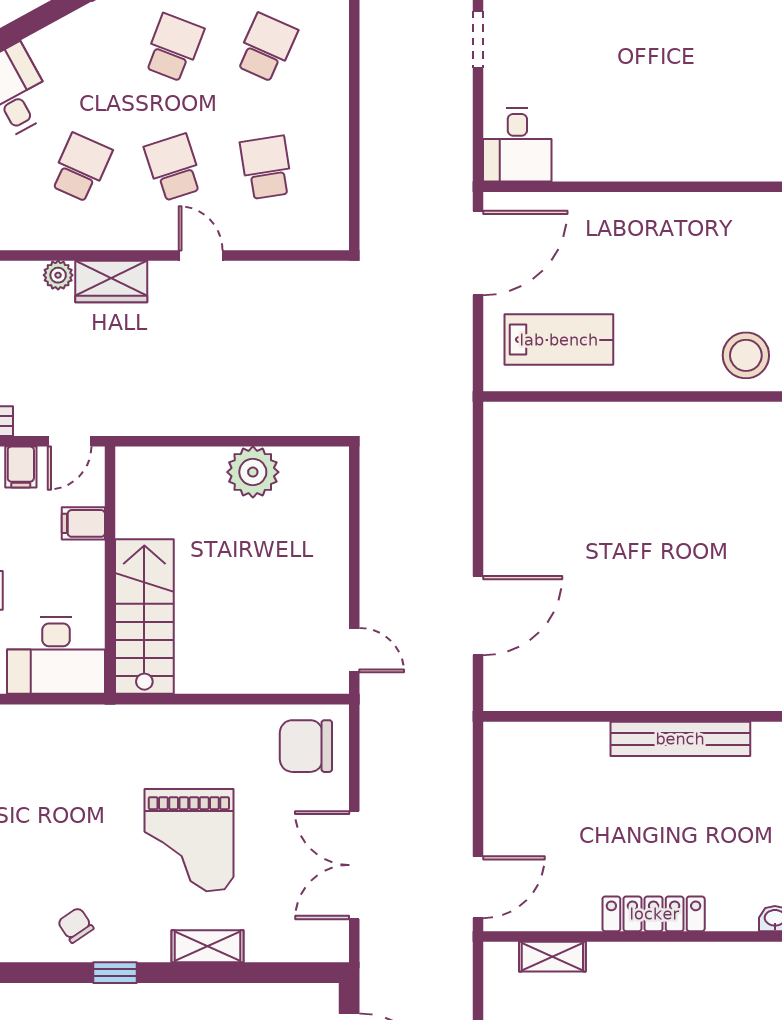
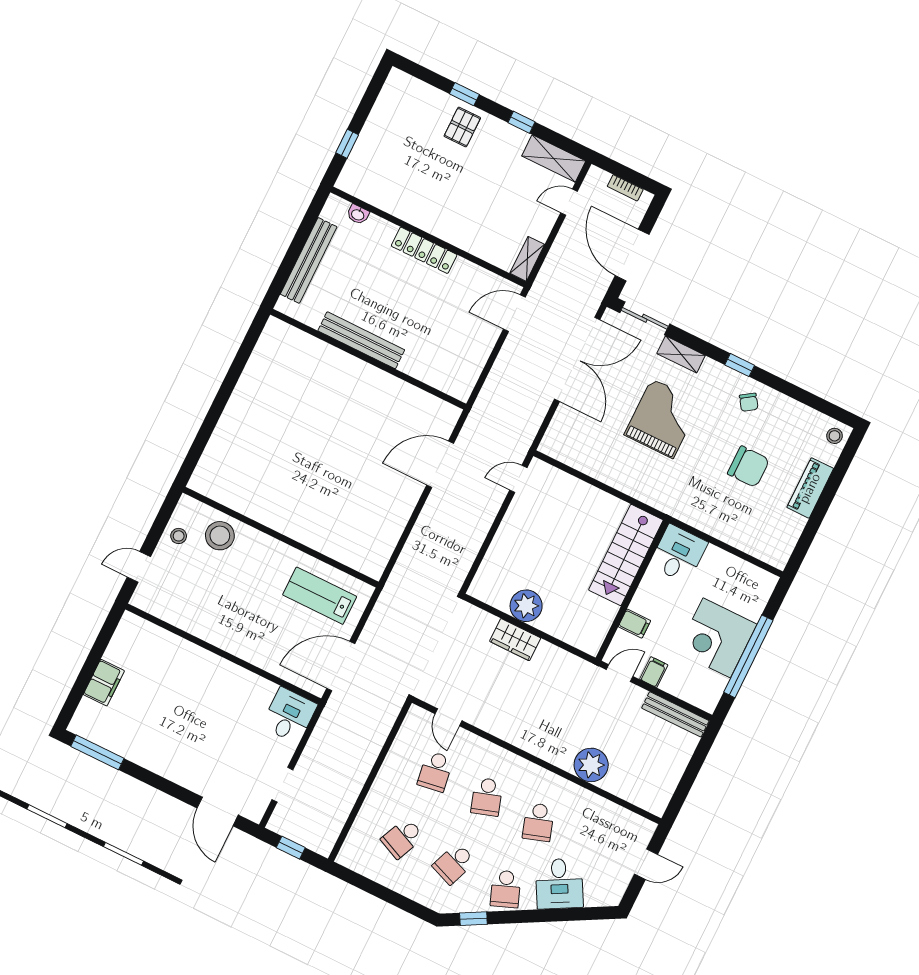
school desk: (81, 48) -> (506, 889), added
school desk: (81, 168) -> (538, 822), turned -42
door: (201, 255) -> (448, 717), moved
plant: (58, 275) -> (591, 765), width x1.87, depth x1.87
wardrobe: (111, 281) -> (515, 640), moved, turned 180
door: (354, 650) -> (518, 479), hinge flipped
desk: (56, 656) -> (678, 554), width x0.73
chair: (306, 746) -> (748, 467), moved
double door: (354, 865) -> (577, 359), width x1.36
shelving: (552, 957) -> (527, 259), moved, turned 90
sliding door: (286, 973) -> (645, 318), added

